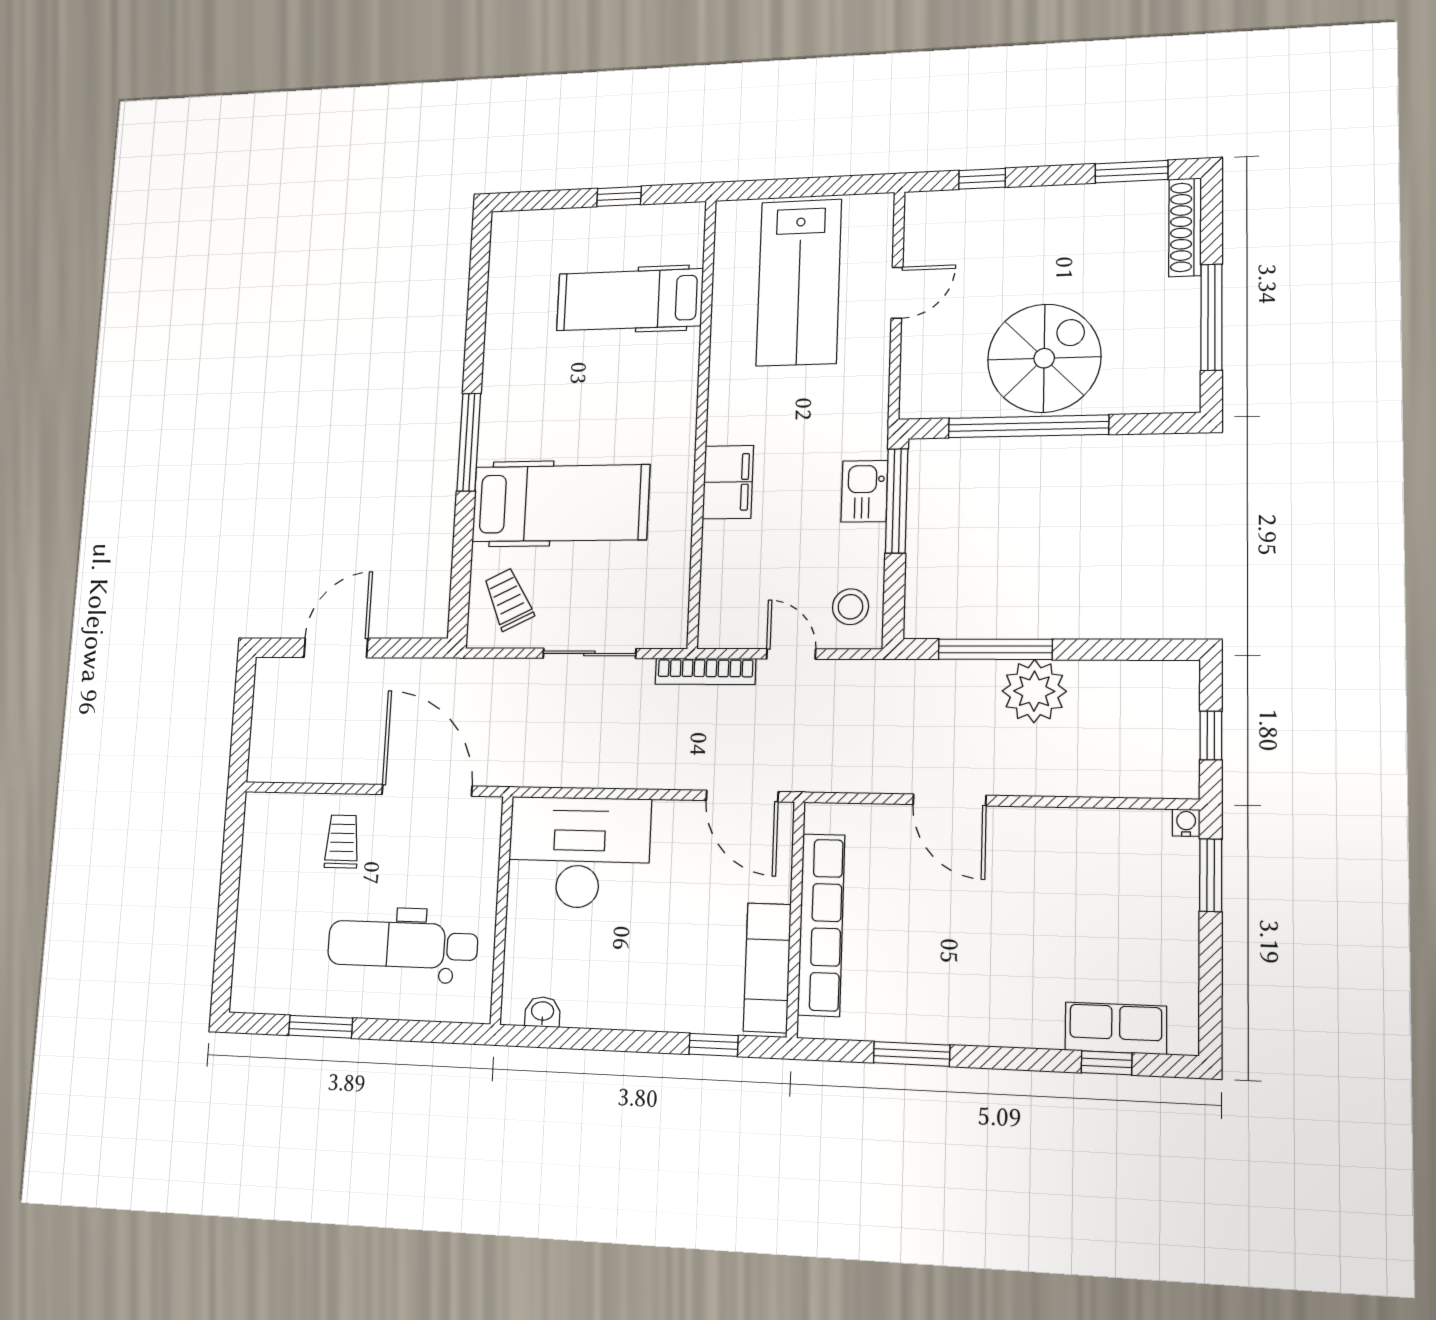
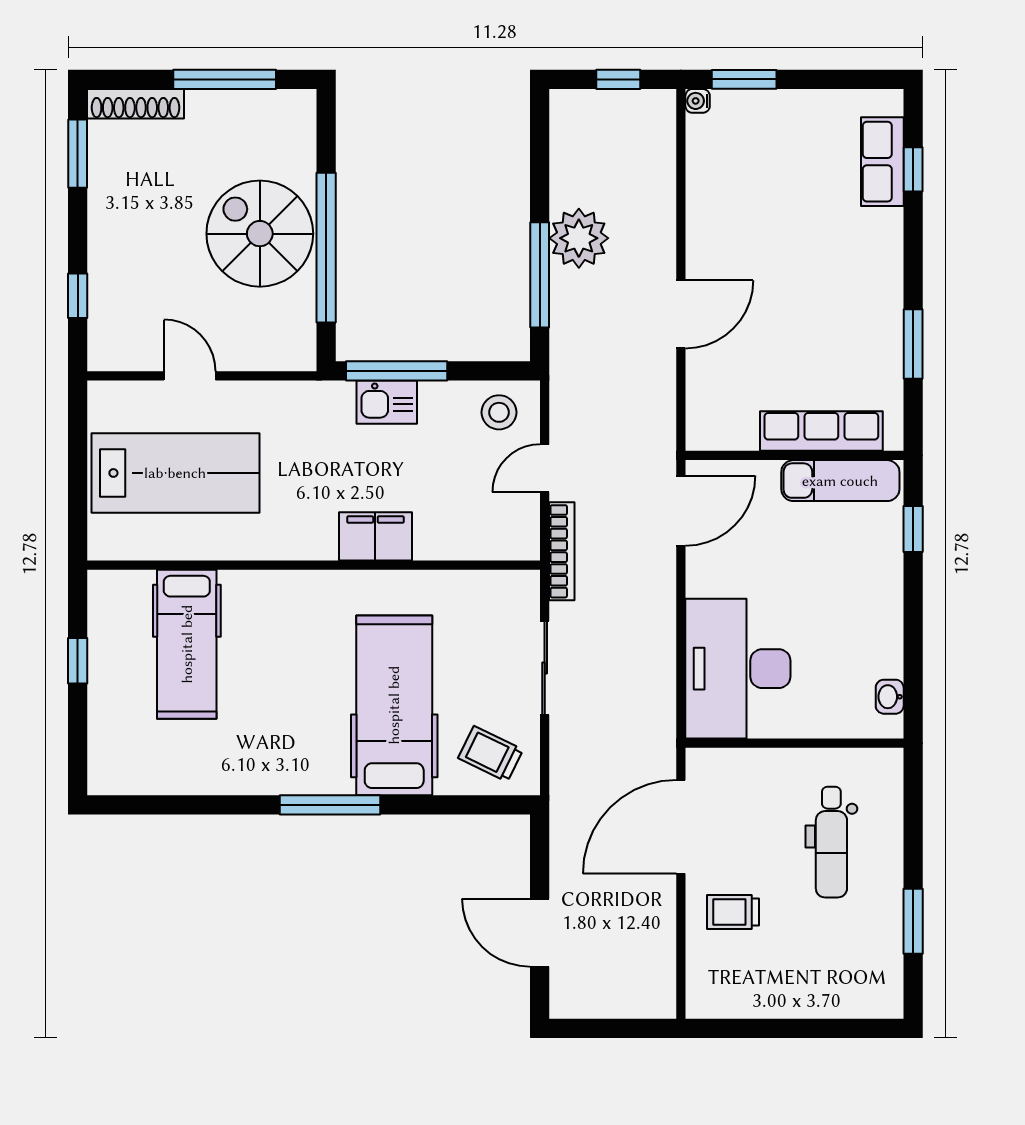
trolley: (508, 599) -> (491, 754), turned 52
row of seats: (821, 925) -> (821, 431), width x0.73
dental chair: (402, 945) -> (831, 842), width x0.73, depth x0.72

